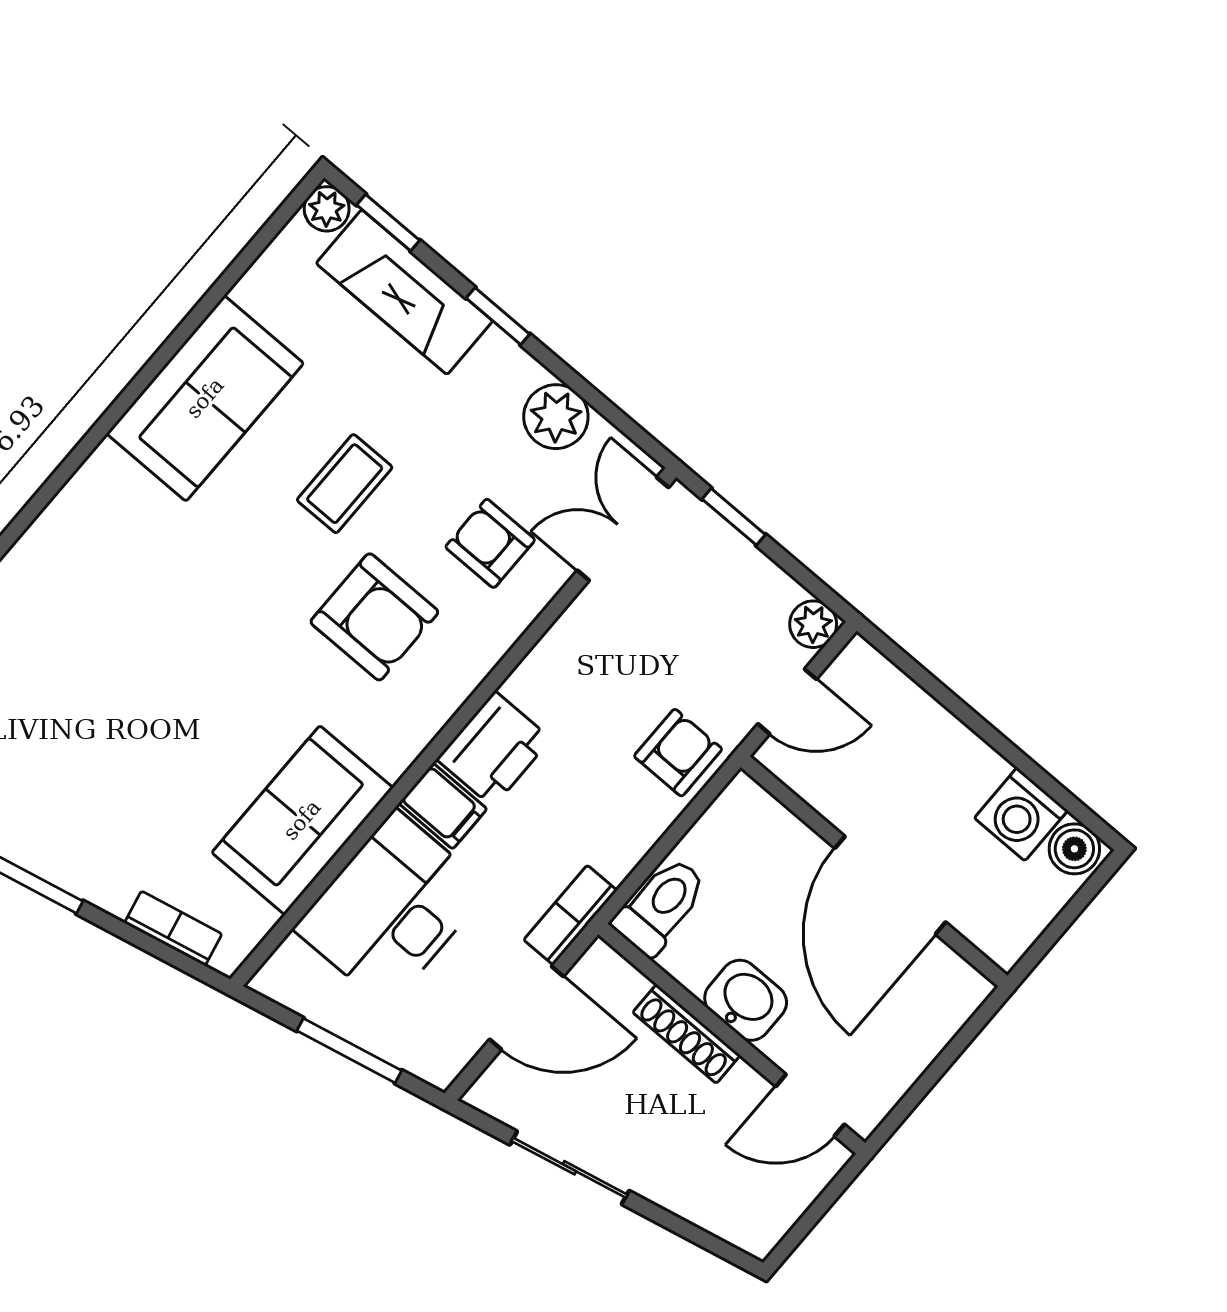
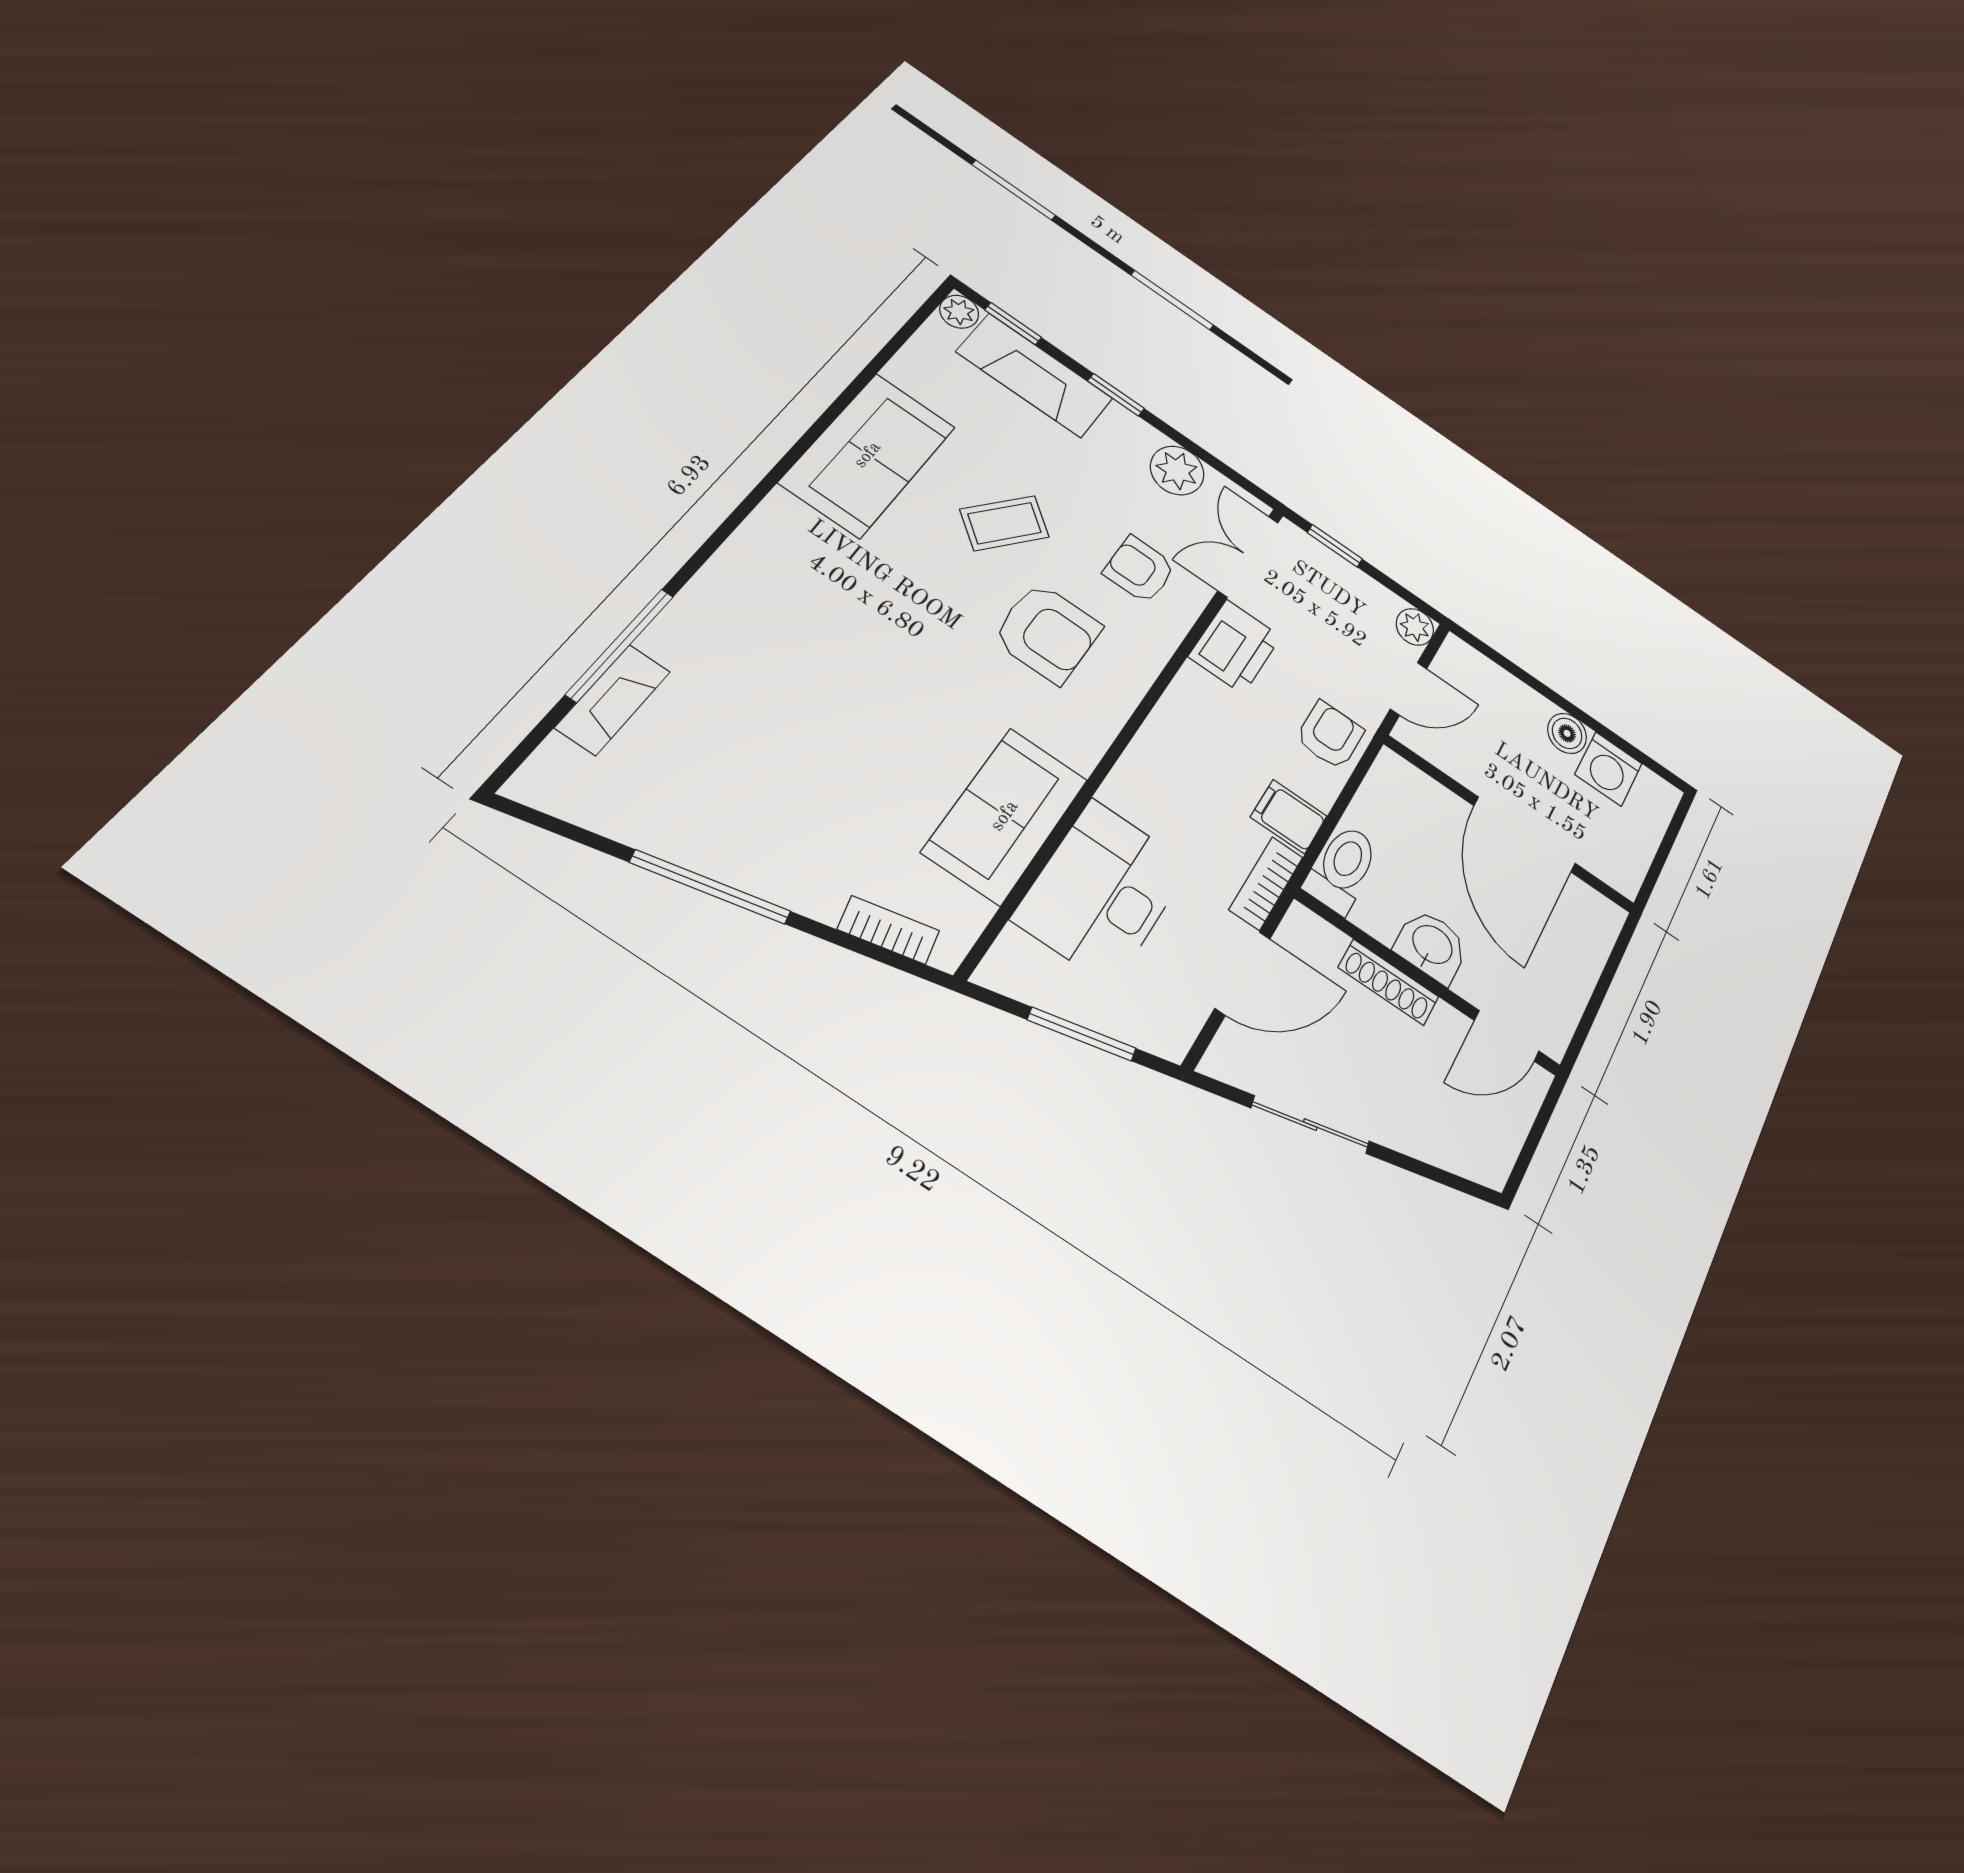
coffee table: (345, 484) -> (1005, 523), turned 39
printer: (494, 749) -> (1235, 647), moved
filing cabinet: (443, 806) -> (1289, 817), moved, turned 180
boiler: (1074, 849) -> (1567, 733), moved

